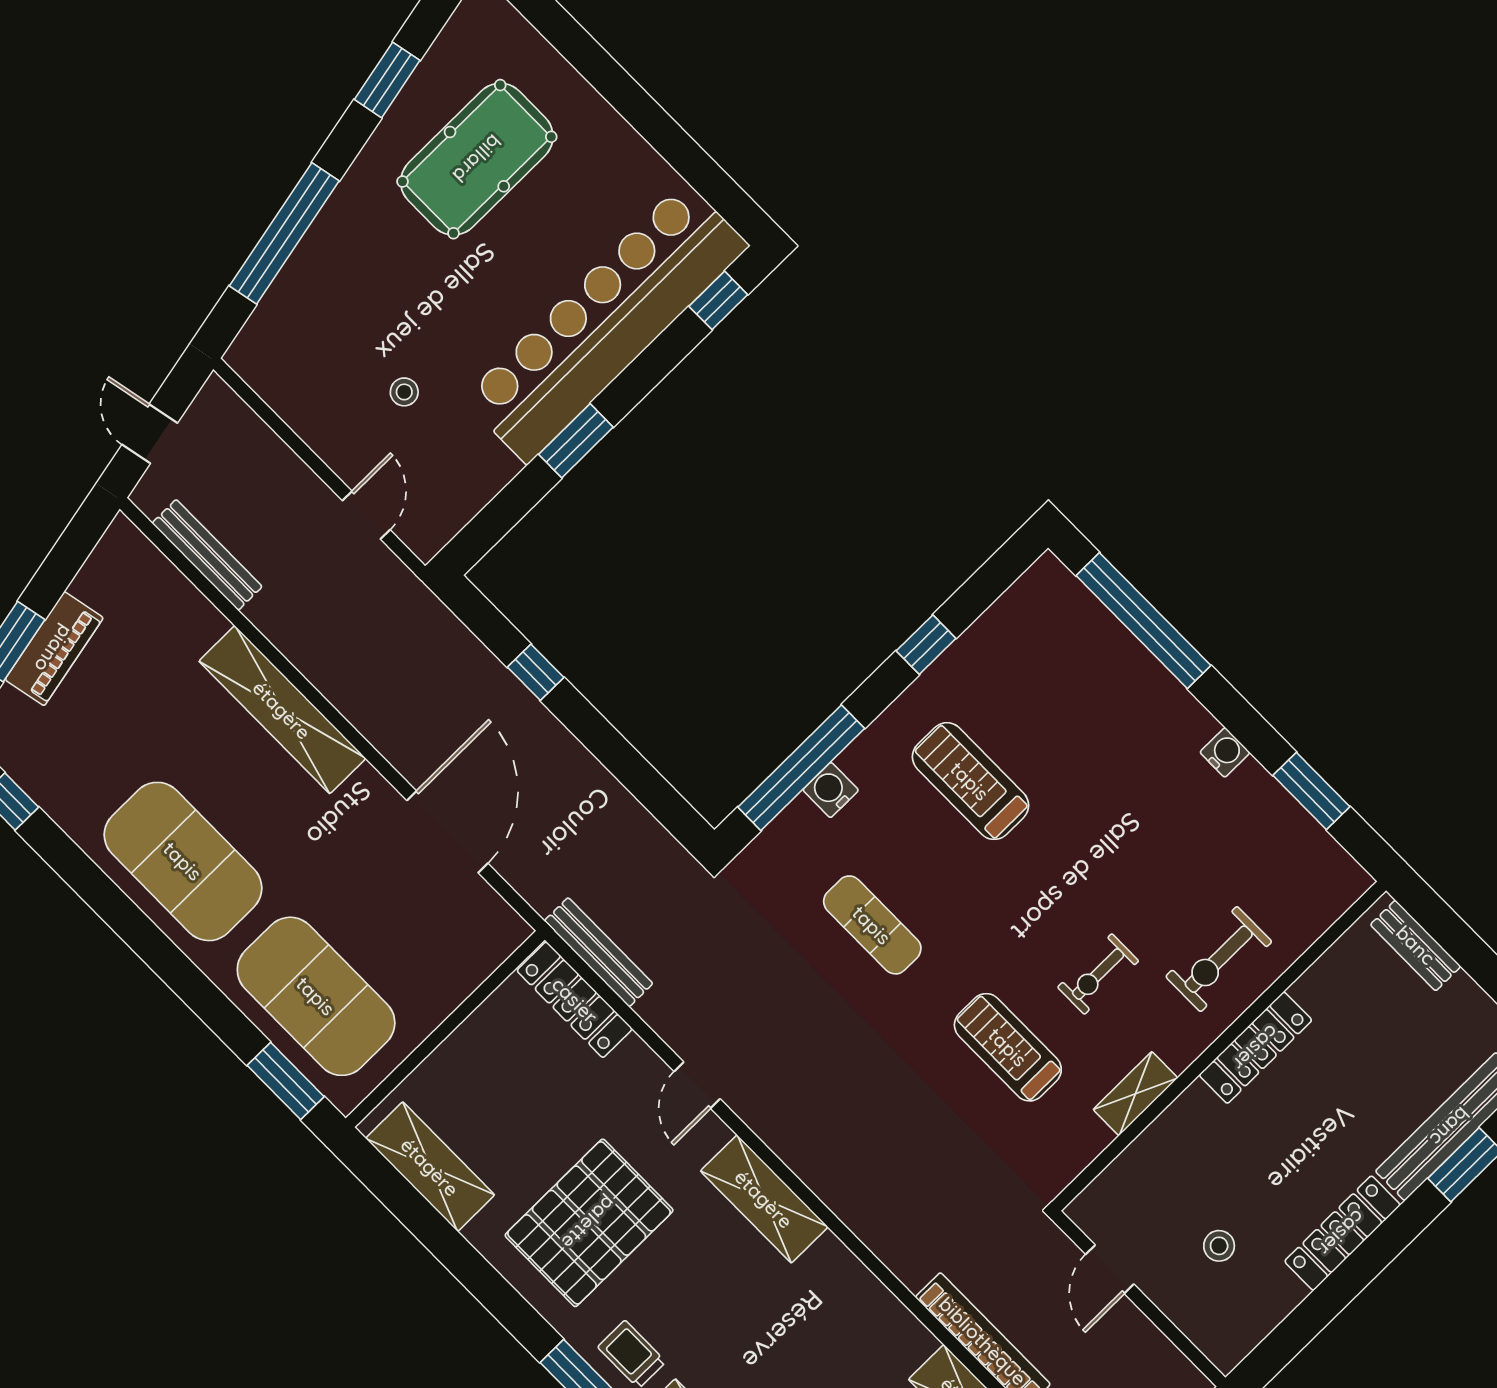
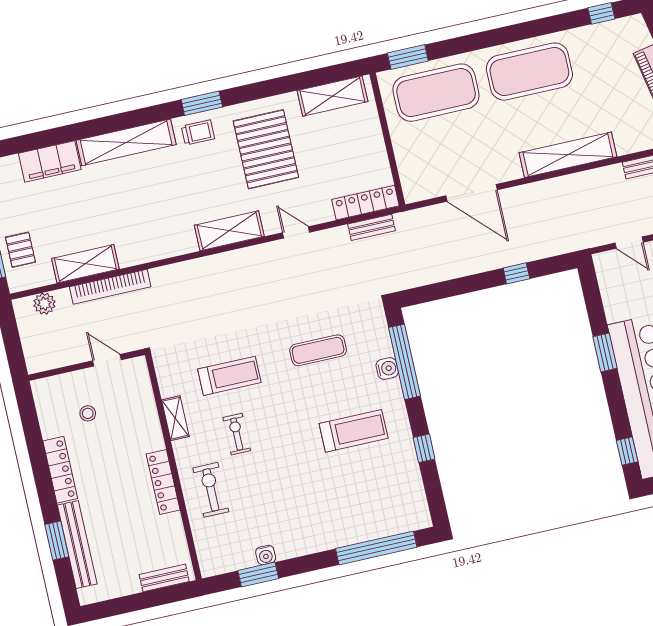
water cooler: (1225, 752) -> (266, 555), moved
bench: (599, 952) -> (372, 227), width x0.73

